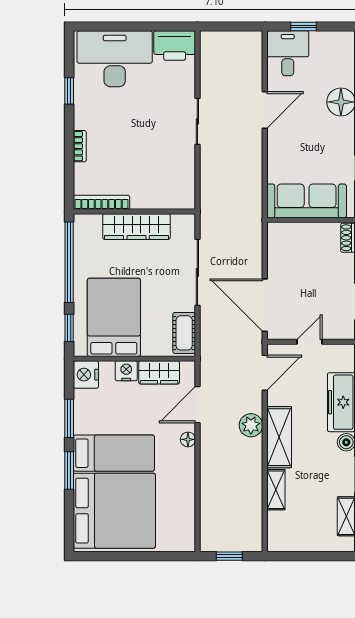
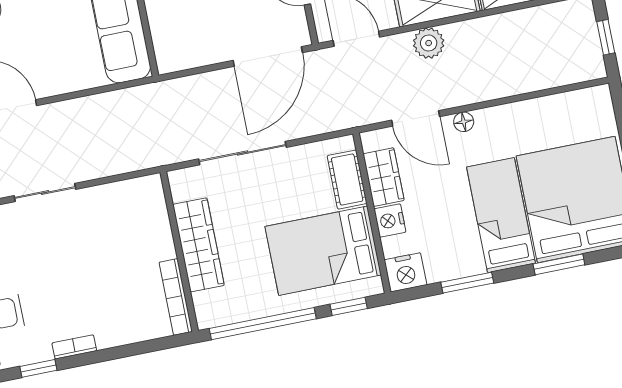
bookcase: (80, 146) -> (74, 347), moved
cot: (184, 333) -> (347, 180), moved, turned 90
window: (69, 471) -> (559, 264), moved

